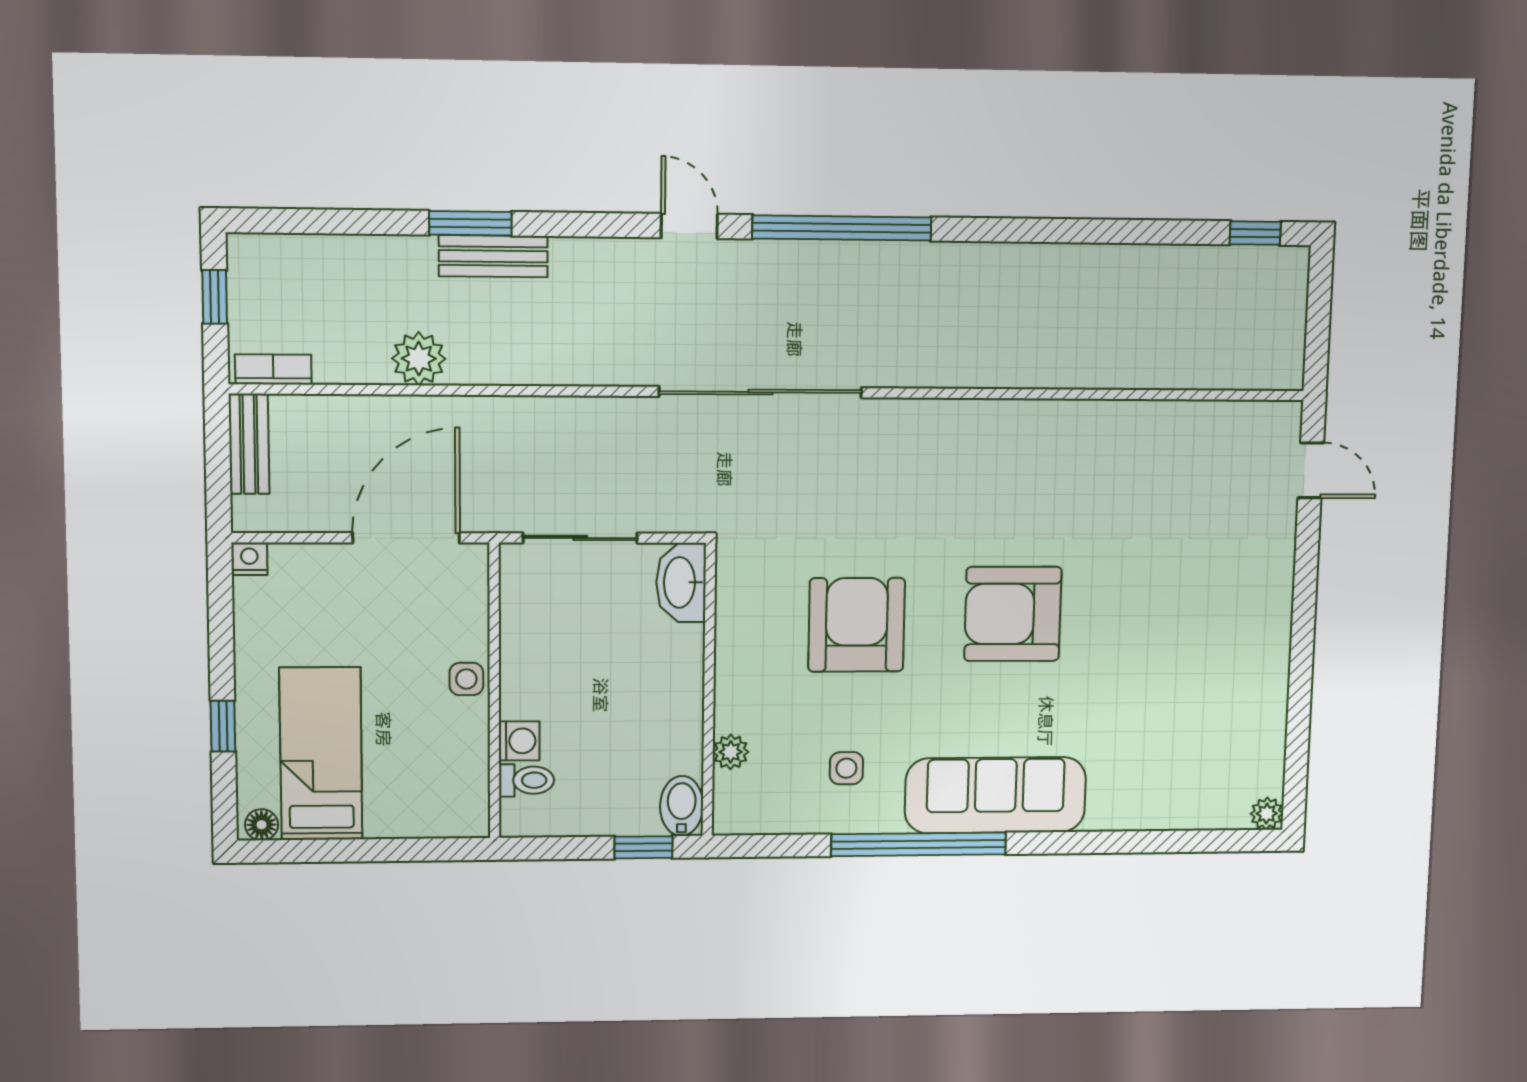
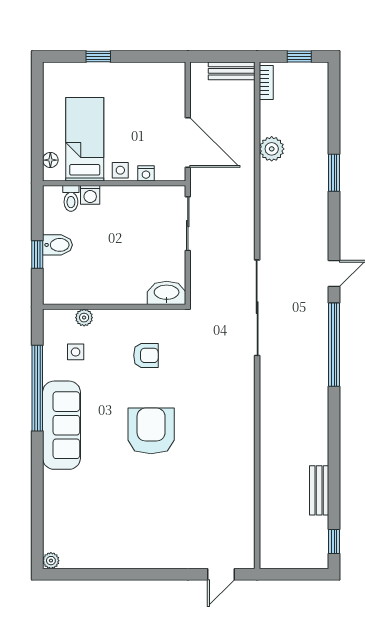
bench: (493, 256) -> (319, 490), moved
nightstand: (249, 559) -> (146, 173), moved, turned 90
washbasin: (681, 582) -> (167, 293), moved
armchair: (857, 625) -> (146, 355), width x0.53, depth x0.53
wall: (709, 691) -> (114, 307), moved
plant: (731, 752) -> (84, 318), moved
bed: (321, 754) -> (85, 139), moved, turned -90
bidet: (682, 806) -> (58, 245), moved
floor lamp: (262, 825) -> (50, 160), moved

